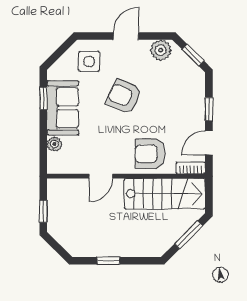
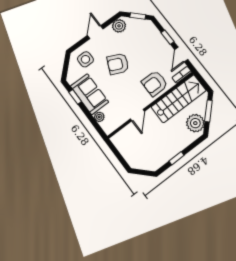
window: (43, 211) -> (120, 158), removed
plant: (162, 237) -> (195, 123), added

